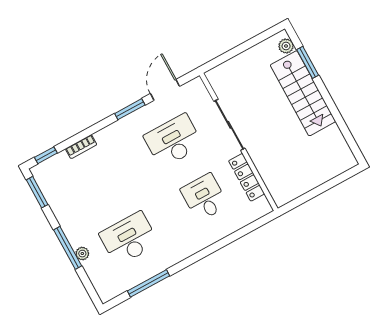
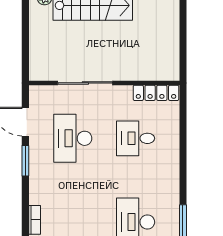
locker: (247, 177) -> (156, 93), moved

